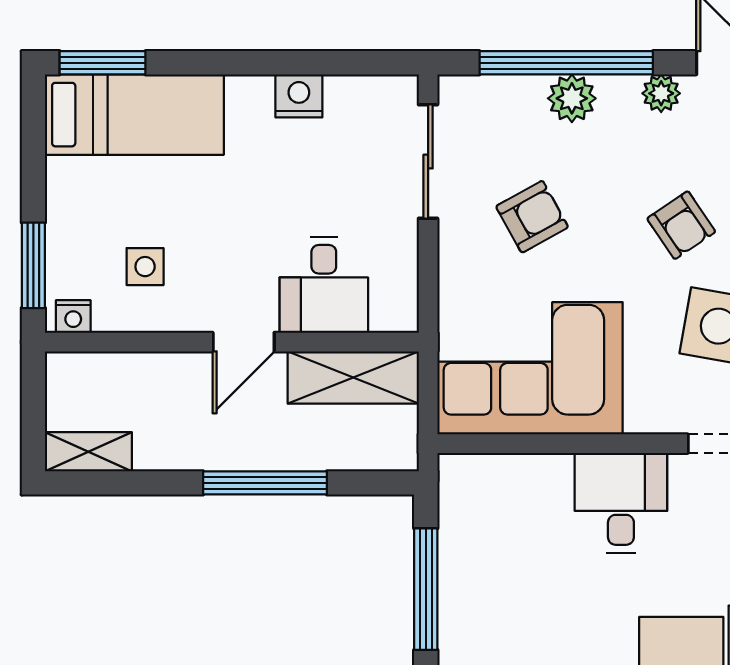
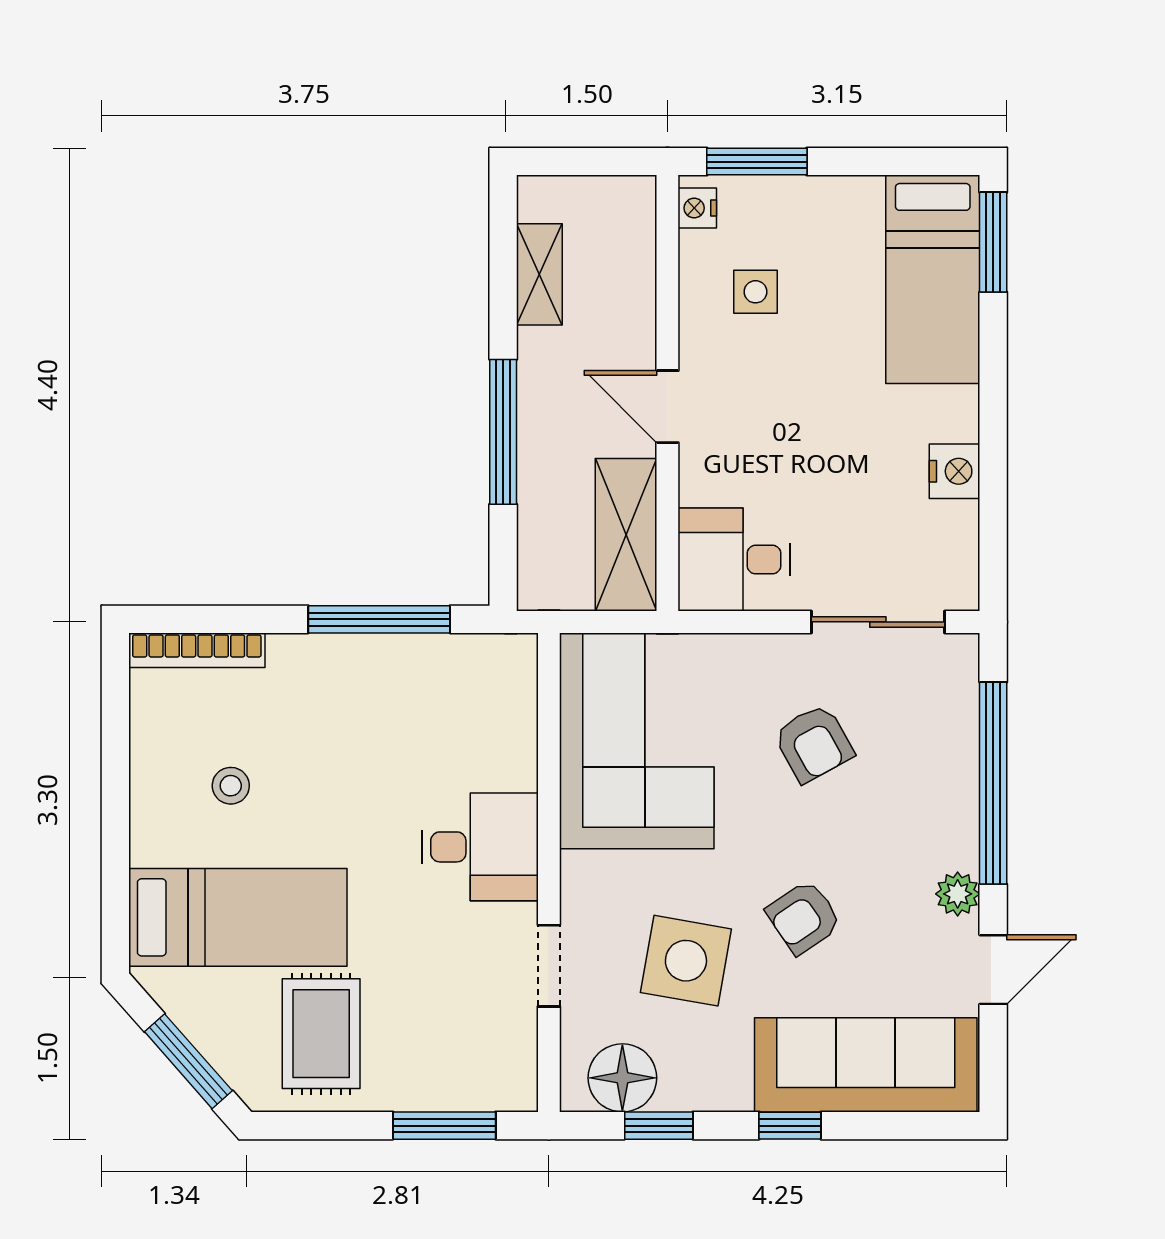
plant: (572, 98) -> (952, 790), removed
desk: (324, 285) -> (734, 560), moved
shelving: (88, 452) -> (539, 274), moved

